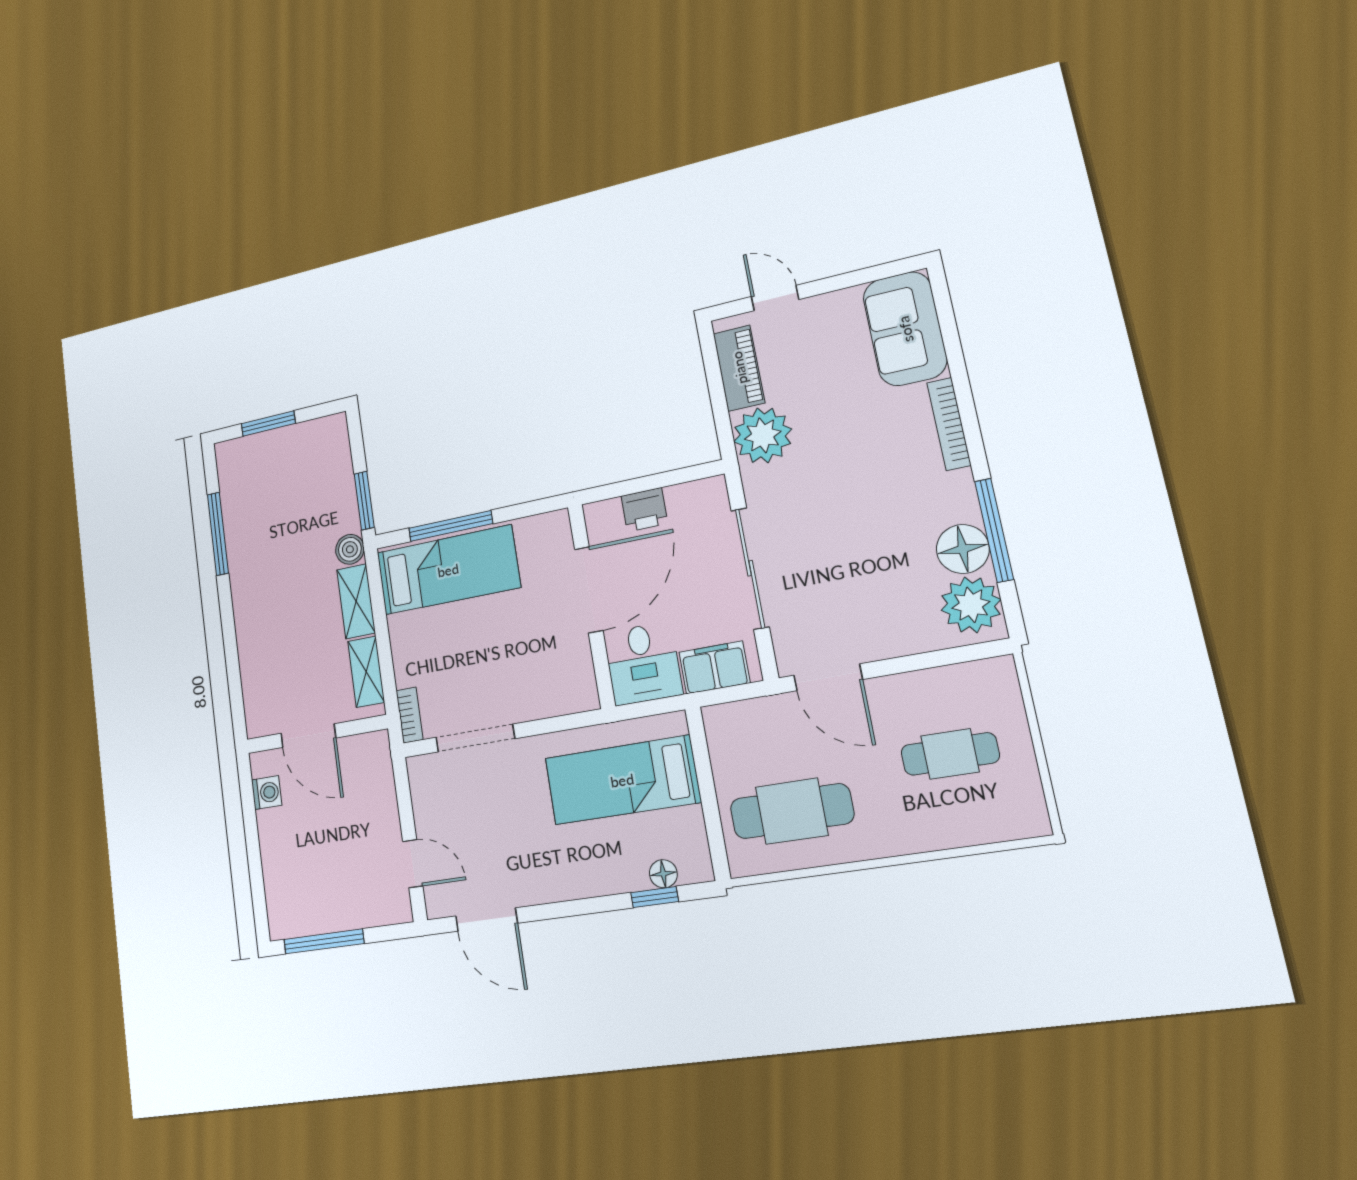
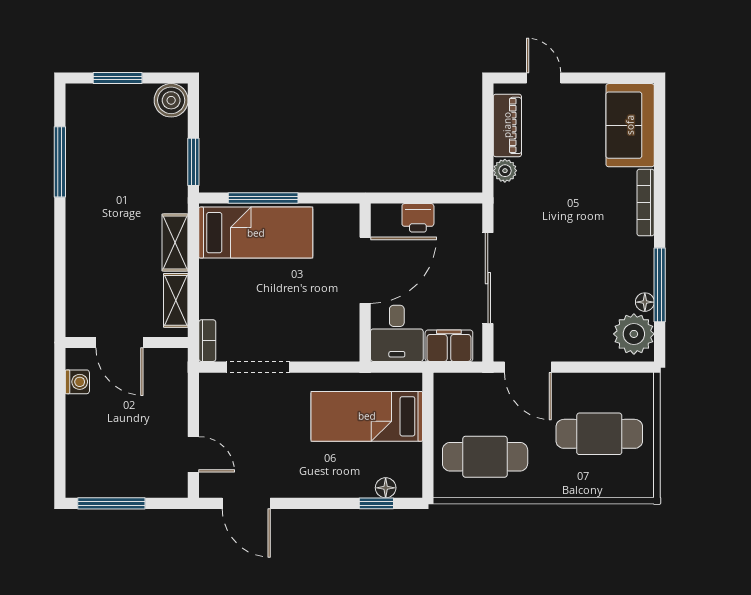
plant: (763, 435) -> (505, 171), width x0.53, depth x0.53
boiler: (350, 549) -> (171, 100), moved, width x1.36, depth x1.36
floor lamp: (963, 549) -> (645, 302), width x0.53, depth x0.53
cafe table: (950, 754) -> (599, 434), width x1.37, depth x1.35

